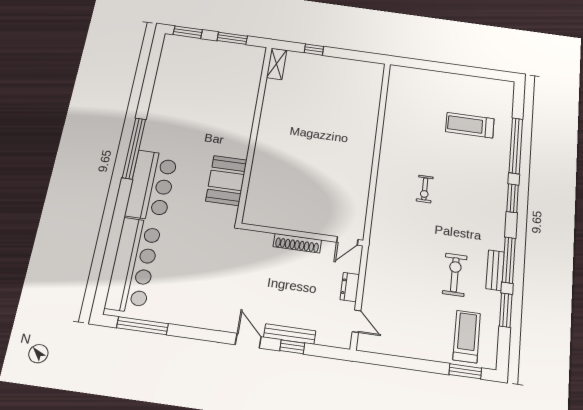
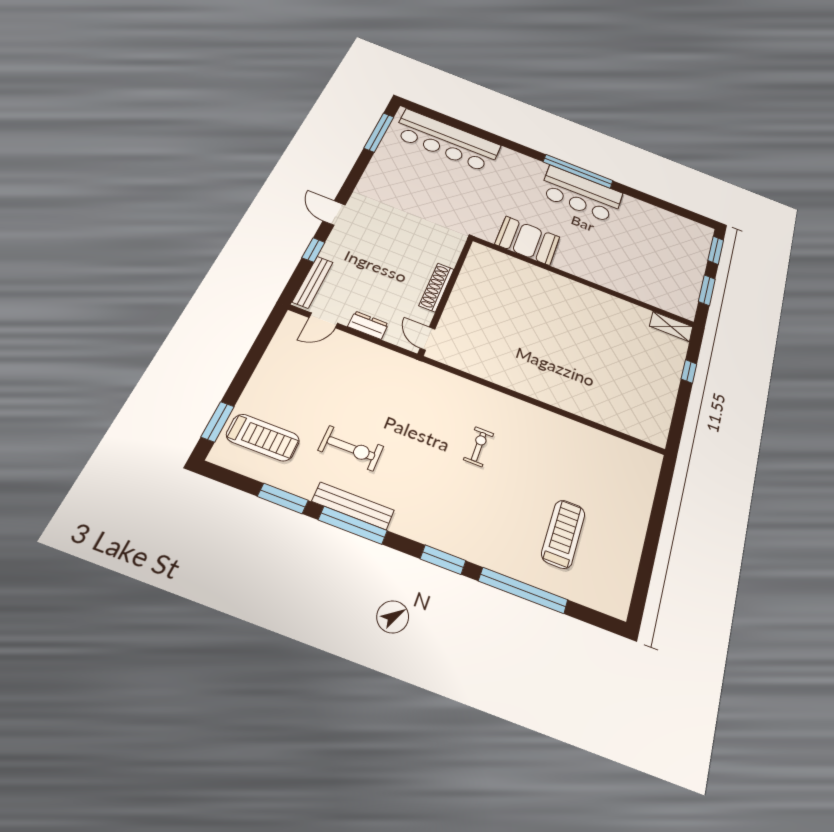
bar counter: (151, 185) -> (581, 194), moved
exercise bike: (425, 189) -> (479, 447), turned 90
bench: (495, 270) -> (353, 506), width x1.36
bench: (290, 334) -> (313, 282), moved
door: (248, 341) -> (334, 213), swing flipped

